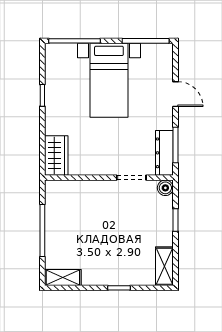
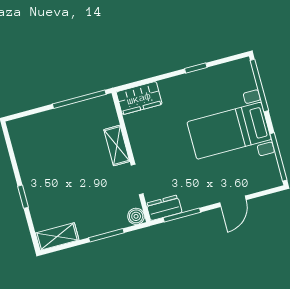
dresser: (164, 153) -> (164, 208), width x0.70
window: (176, 220) -> (106, 235), width x1.50
window: (42, 231) -> (79, 99), moved
shelving: (63, 278) -> (117, 146), moved

